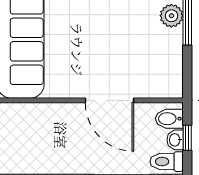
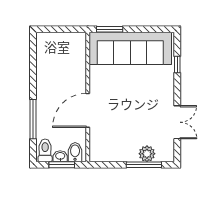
window: (187, 138) -> (62, 165), width x1.50

